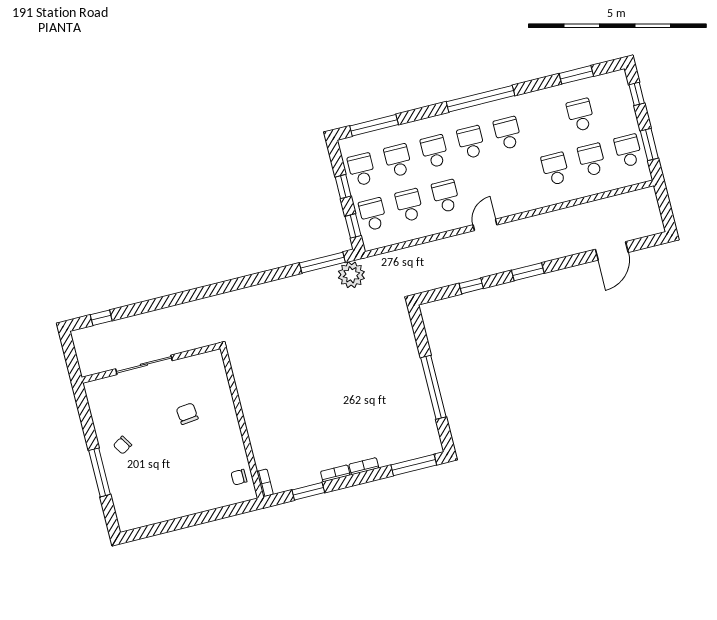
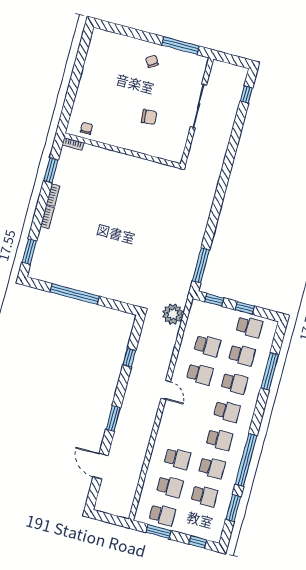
window: (480, 99) -> (246, 460), moved
window: (374, 125) -> (270, 371), moved
school desk: (373, 214) -> (212, 468), moved
window: (528, 272) -> (113, 418), moved
plant: (351, 275) -> (173, 314), moved
window: (414, 465) -> (29, 252), width x0.69
window: (100, 472) -> (180, 46), moved

